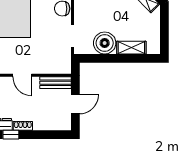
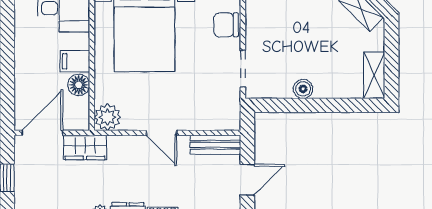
boiler: (105, 43) -> (303, 89), width x0.54, depth x0.54
shelving: (131, 48) -> (374, 75), moved, turned 90

